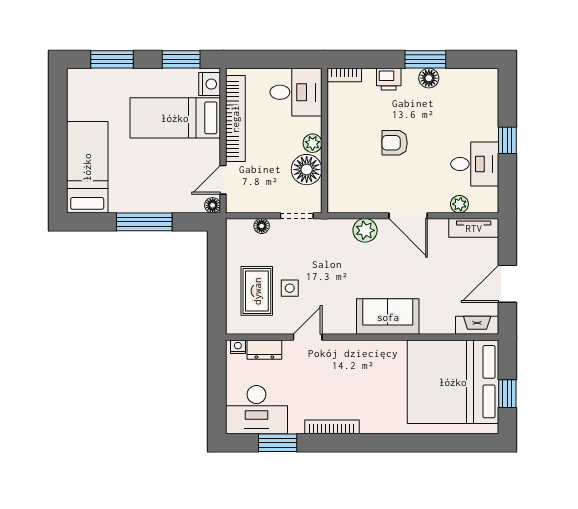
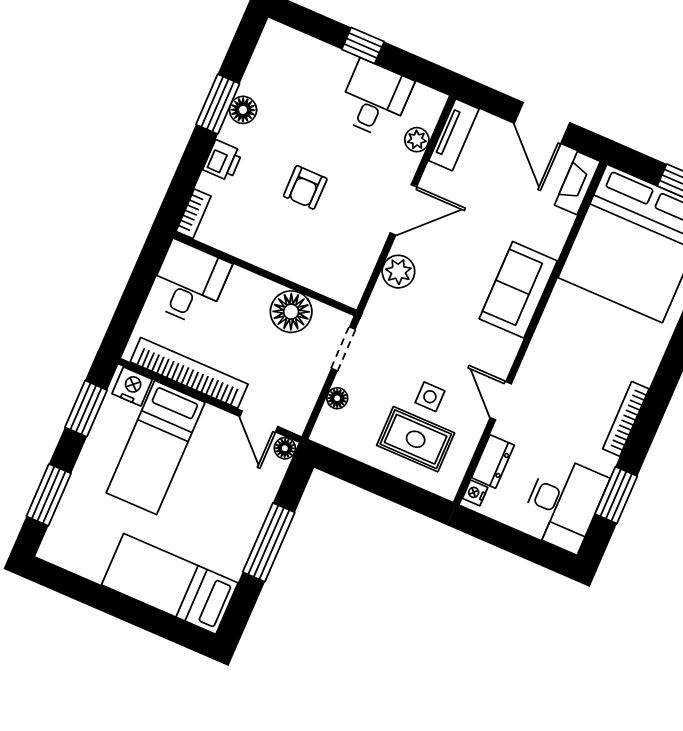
plant: (313, 143) -> (261, 290), removed

